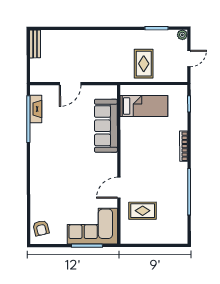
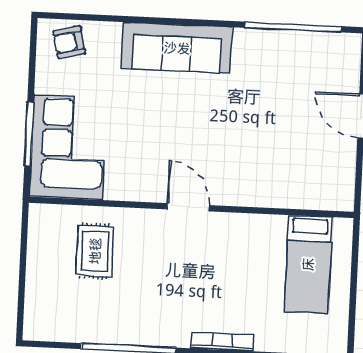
fireplace: (36, 109) -> (313, 43), removed
sofa: (106, 126) -> (177, 48), moved, turned 180
door: (119, 188) -> (188, 207), moved

